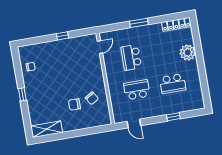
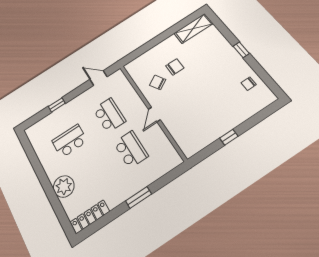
door: (100, 47) -> (154, 114), moved
school desk: (137, 90) -> (109, 115), turned -90

